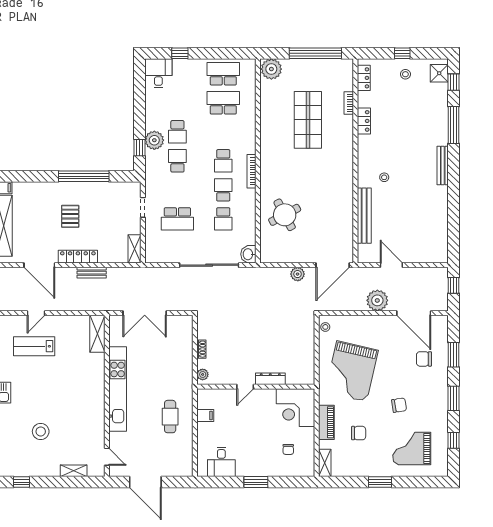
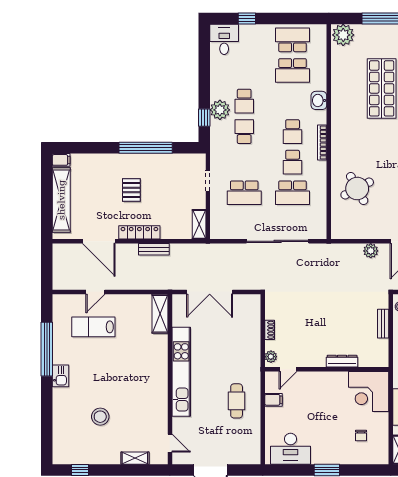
school desk: (223, 103) -> (293, 70), turned 180
school desk: (223, 190) -> (293, 162), turned 180
school desk: (223, 219) -> (293, 193), width x1.85
washbasin: (248, 254) -> (319, 100), moved
bench: (309, 343) -> (383, 324), added
door: (245, 387) -> (288, 369), moved
desk: (221, 462) -> (290, 449), width x1.37

